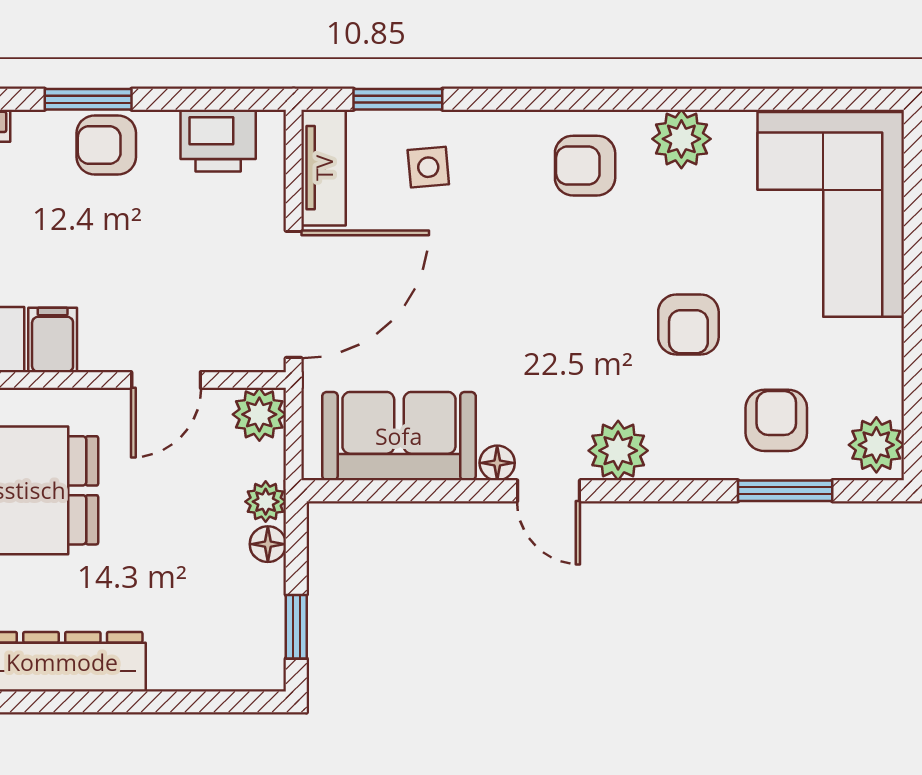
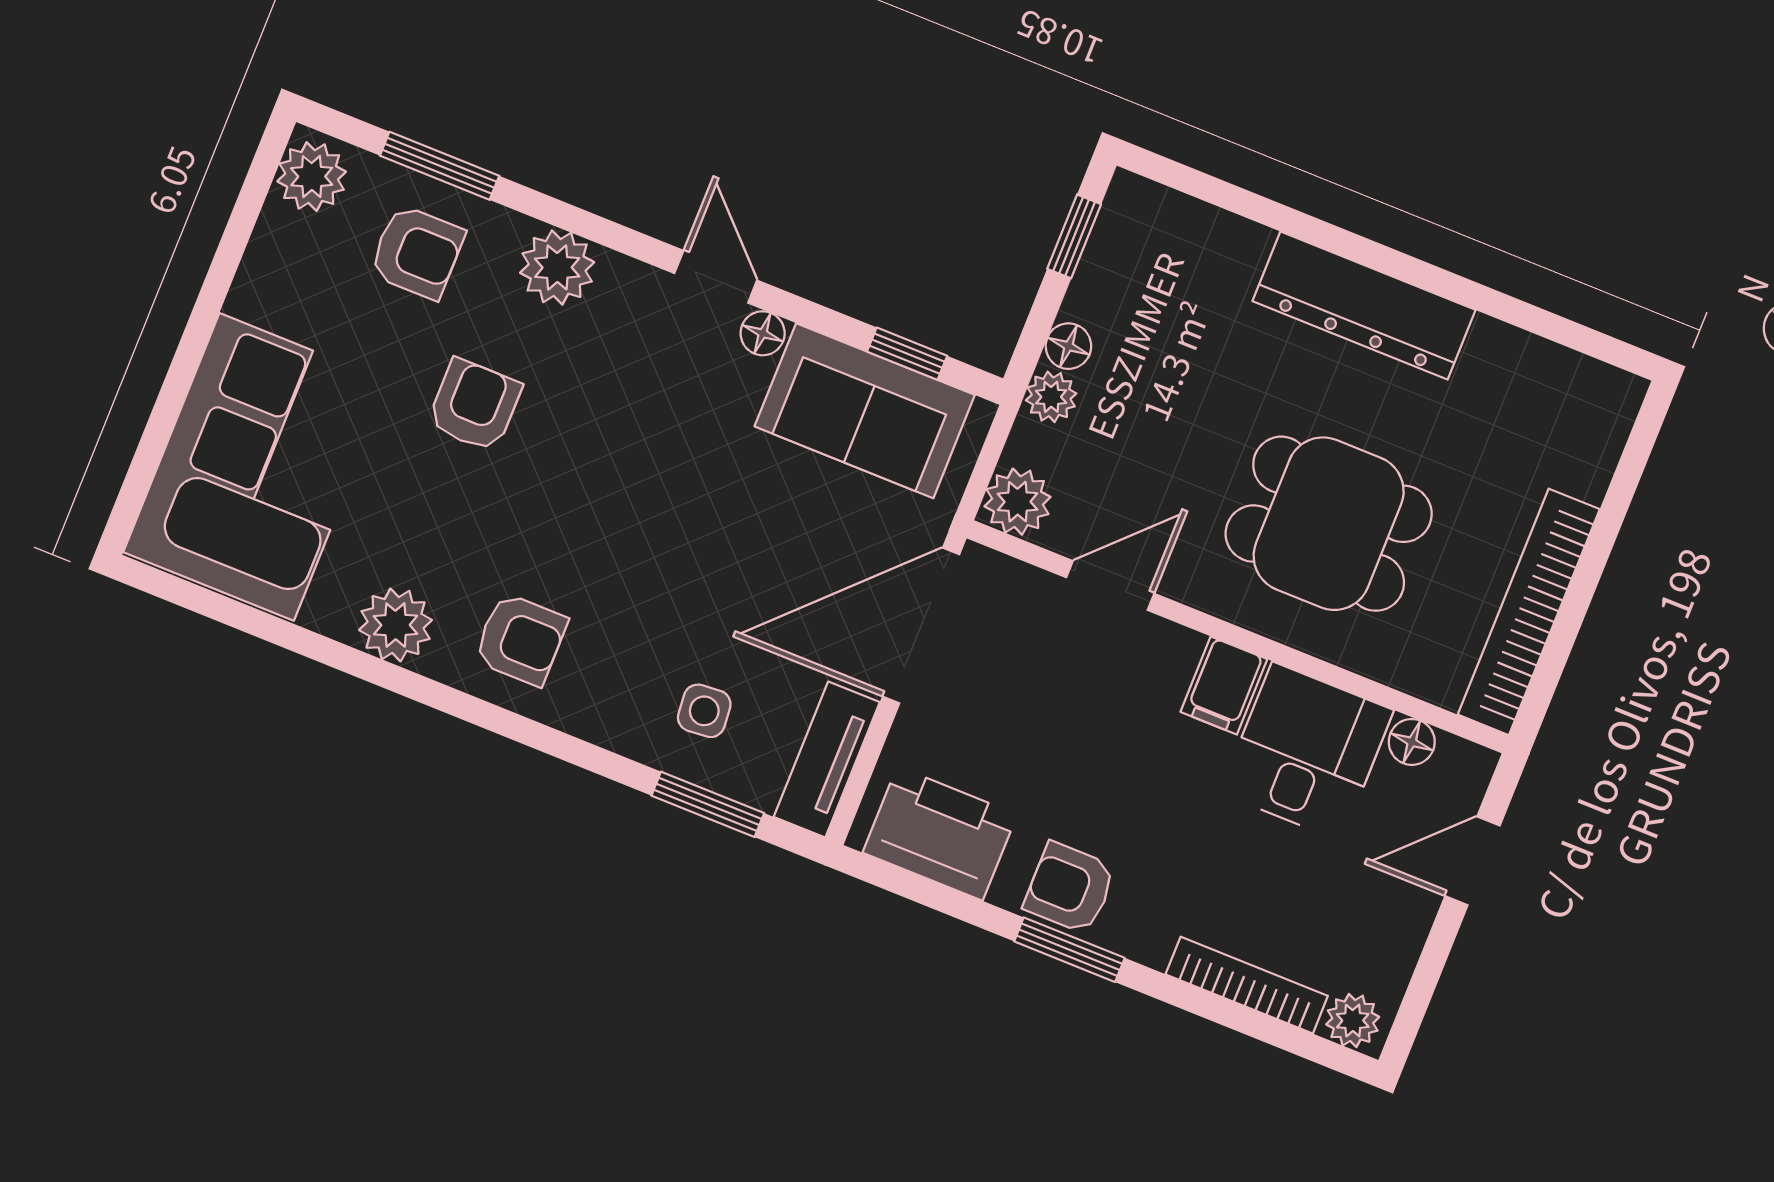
printer: (218, 141) -> (940, 833), width x1.37, depth x1.19
armchair: (106, 145) -> (1070, 888), turned 180
armchair: (776, 420) -> (417, 252), turned -90
plant: (618, 451) -> (557, 267), moved
window: (385, 491) -> (907, 354), added

